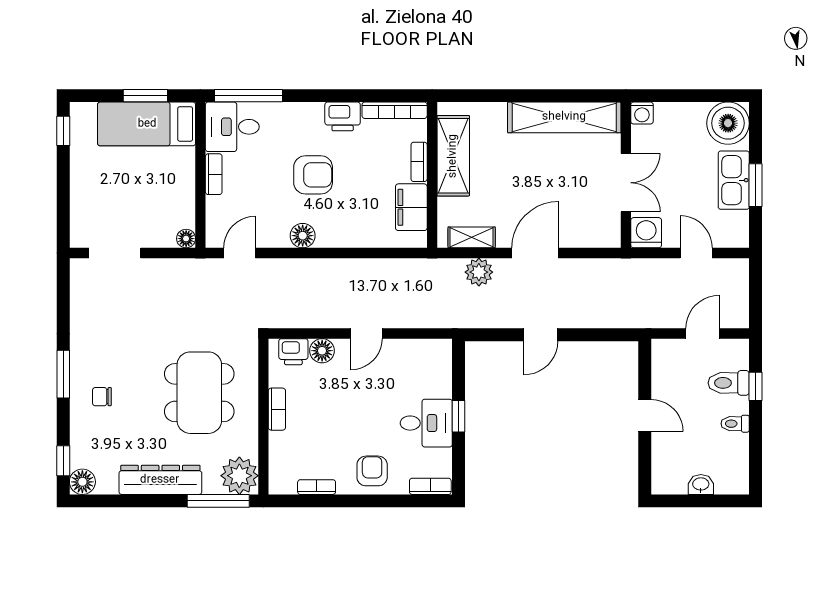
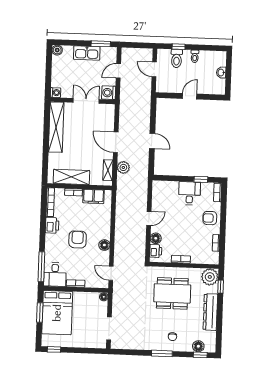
boiler: (728, 123) -> (57, 50), width x0.54, depth x0.54
bed: (147, 124) -> (57, 313), width x1.50
window: (756, 185) -> (101, 44), moved
door: (366, 334) -> (149, 218), hinge flipped
window: (458, 416) -> (201, 179), moved
floor lamp: (82, 482) -> (198, 346), moved
window: (218, 501) -> (221, 287), width x0.46

